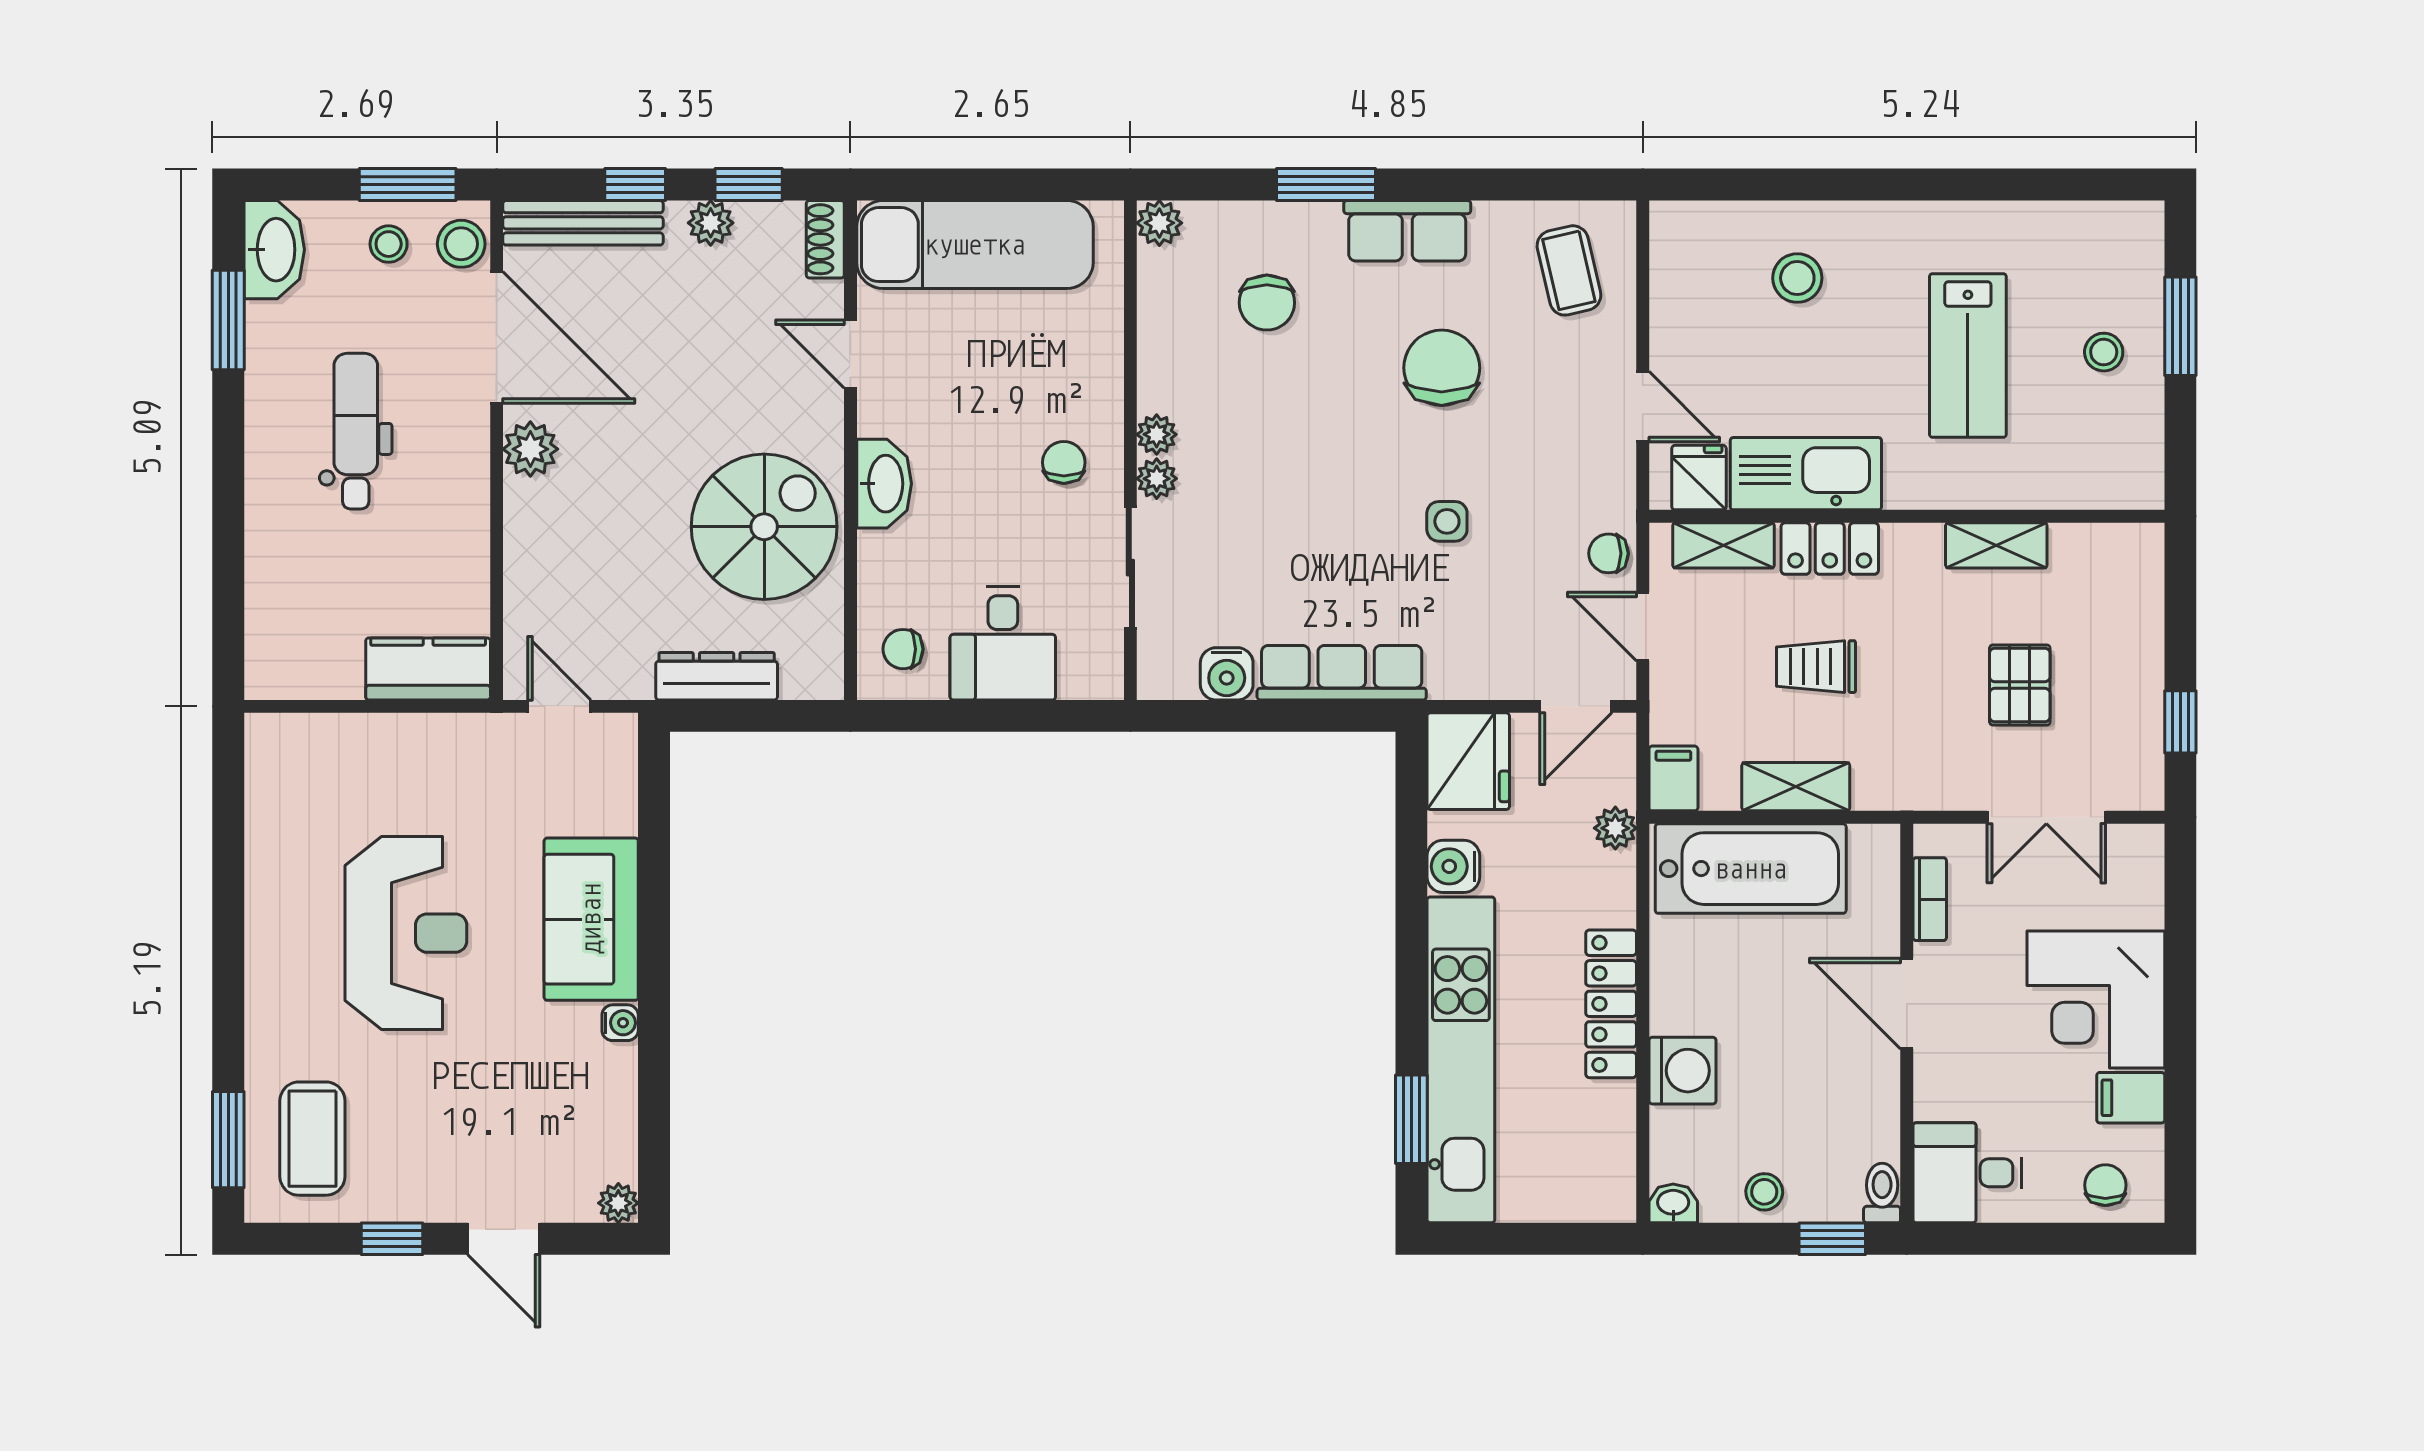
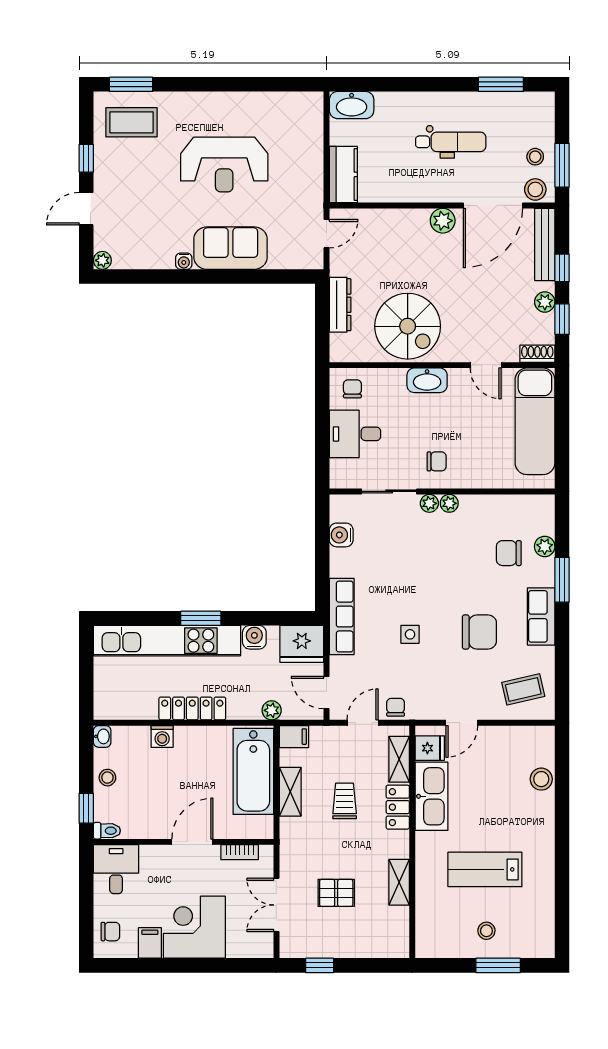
plant: (1159, 223) -> (545, 546), moved
washbasin: (274, 250) -> (352, 105), moved
stool: (1797, 278) -> (541, 779), moved
door: (850, 354) -> (486, 365), swing flipped
row of seats: (1342, 673) -> (342, 617), moved
washing machine: (1682, 1071) -> (162, 737), width x0.73, depth x0.73
window: (1411, 1119) -> (201, 618), moved

